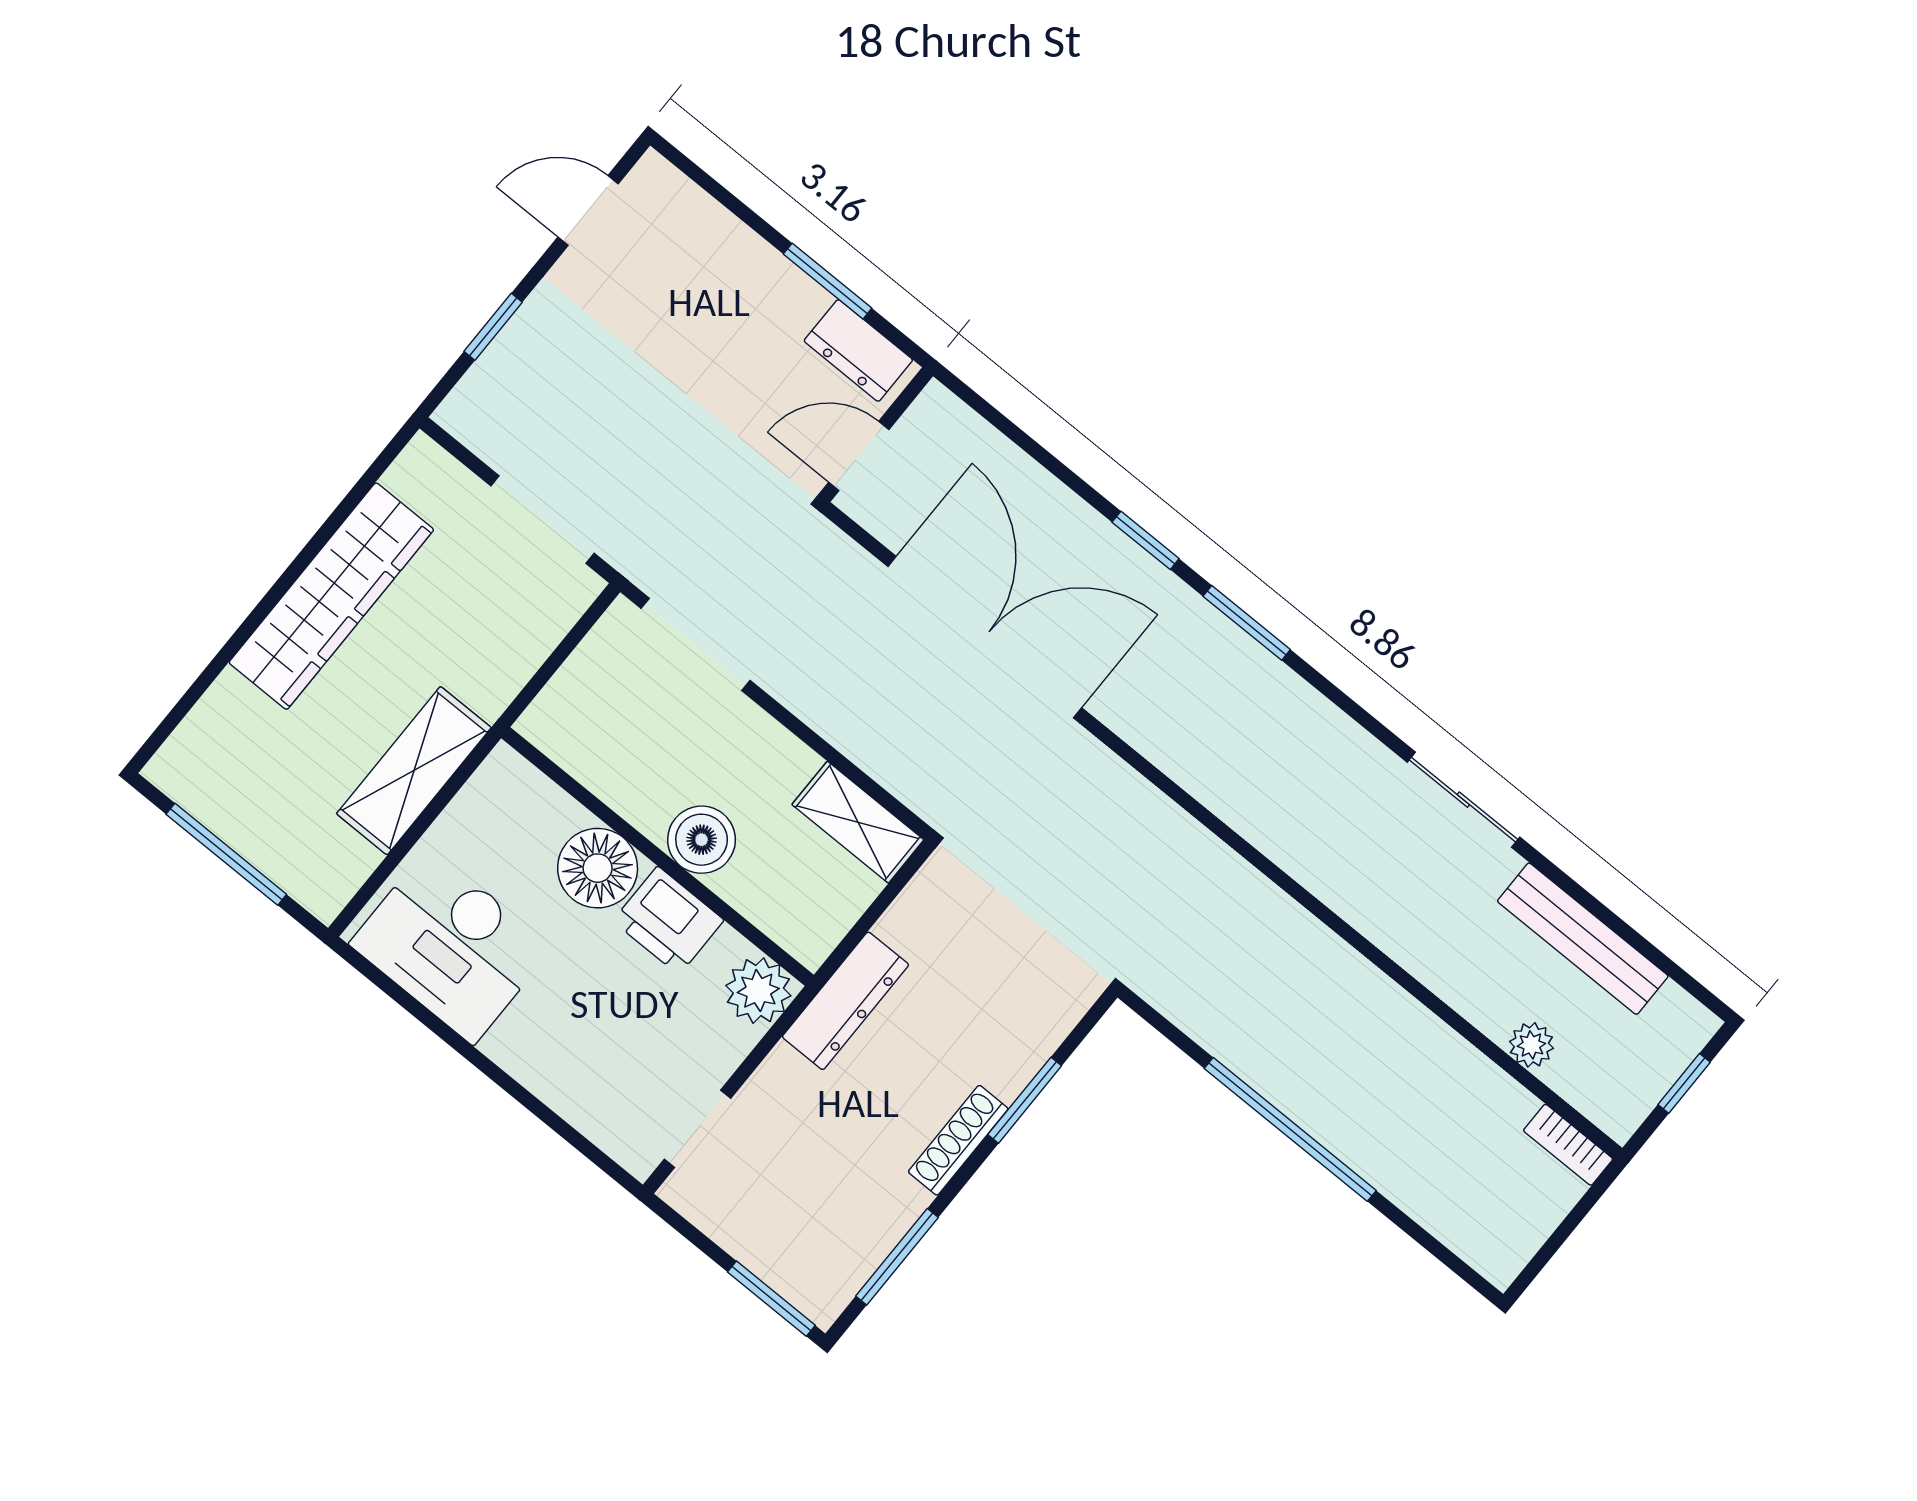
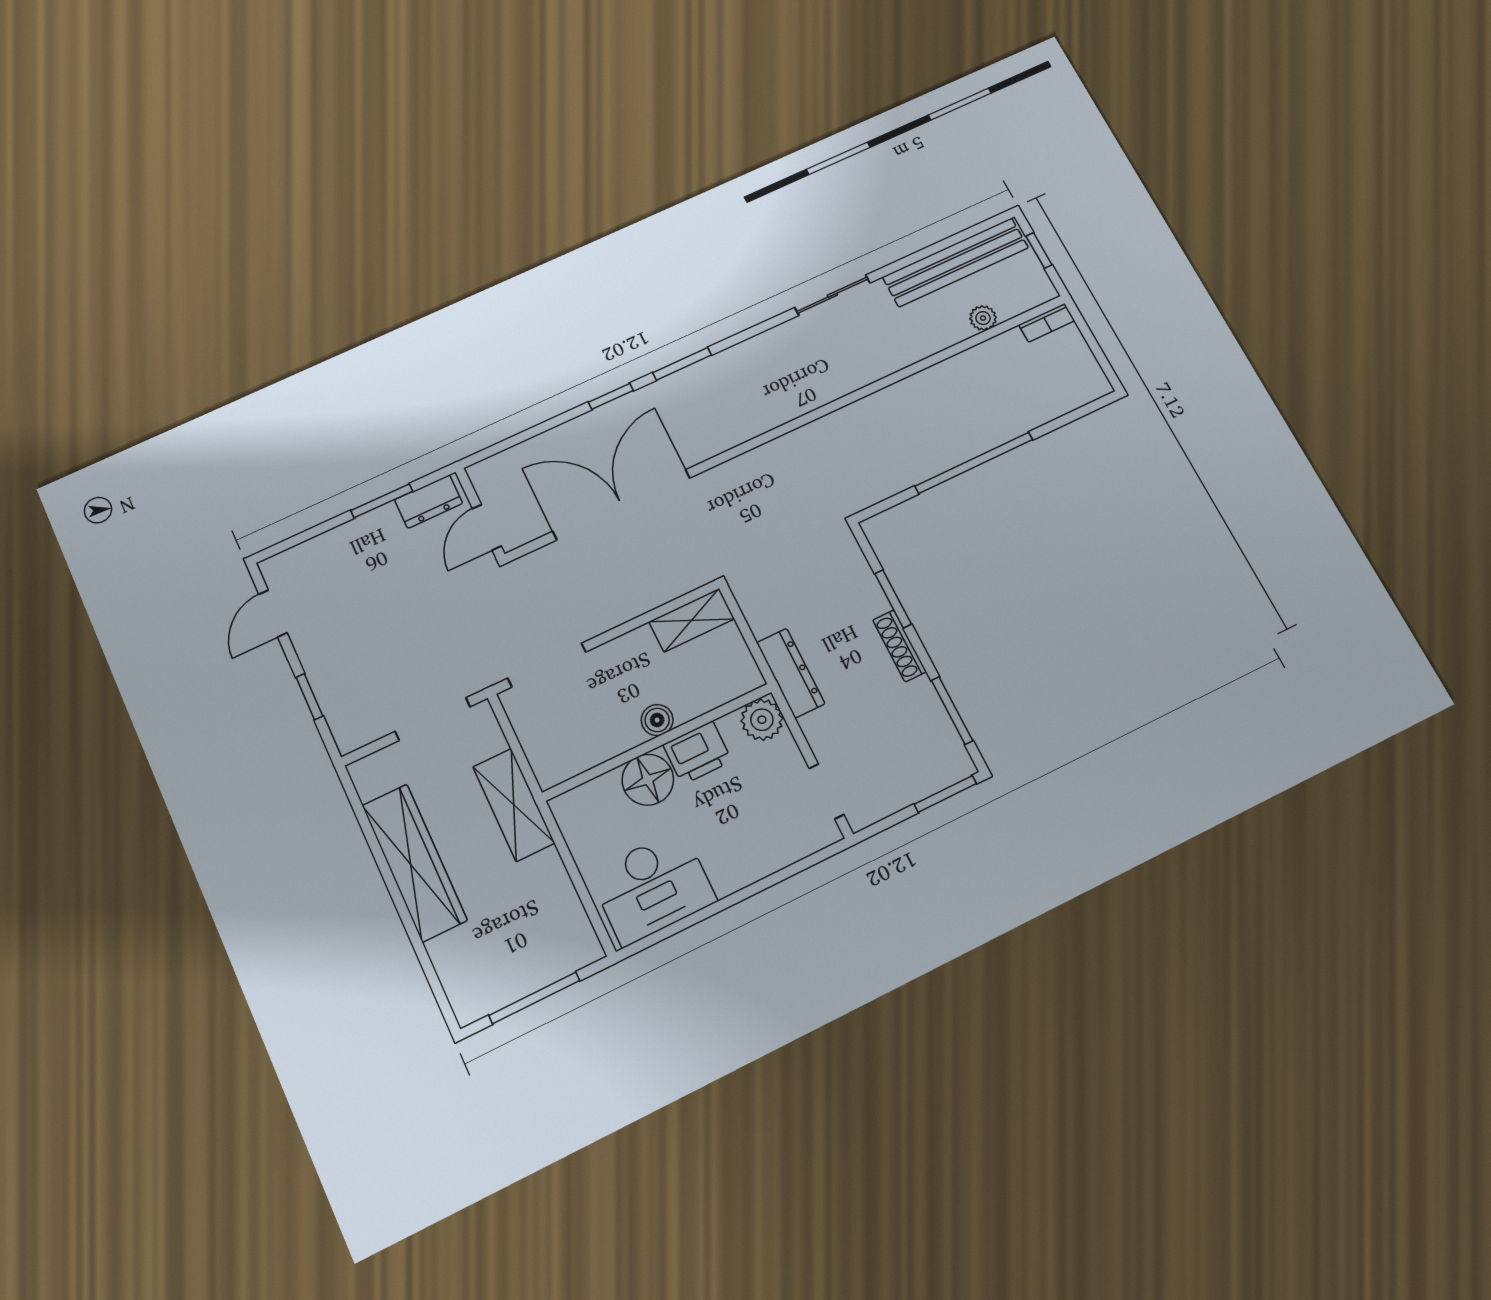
shelving: (414, 771) -> (514, 805), moved
boiler: (702, 840) -> (657, 720), width x0.73, depth x0.73
bench: (1583, 939) -> (955, 262), width x1.37, depth x1.21

